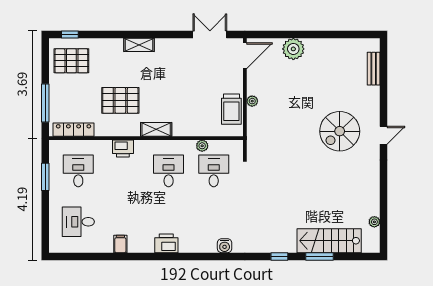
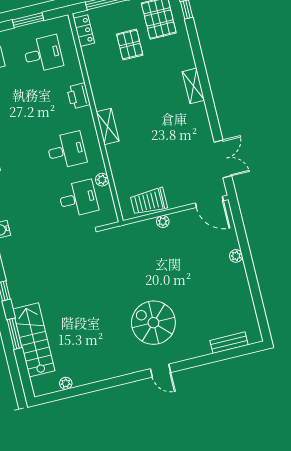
plant: (293, 49) -> (236, 256), width x0.53, depth x0.53
pallet: (120, 100) -> (130, 45), moved, width x0.67, depth x0.71
locker: (74, 130) -> (84, 31), width x0.66

